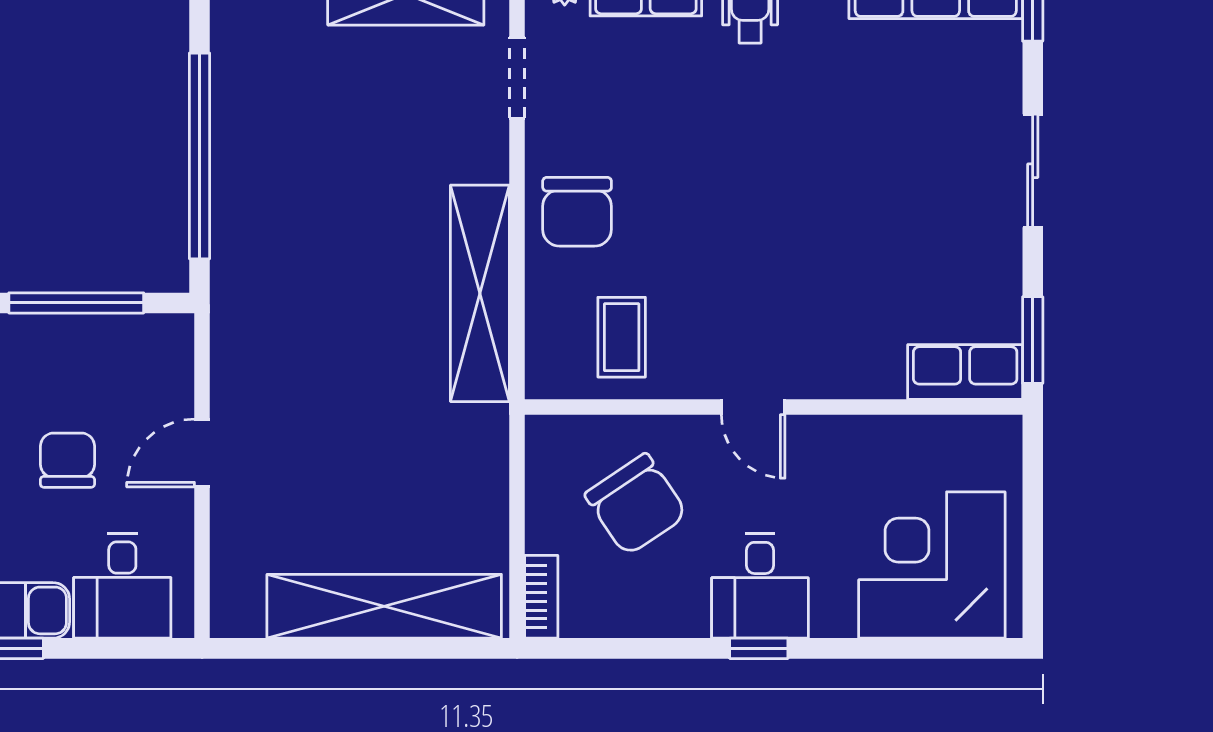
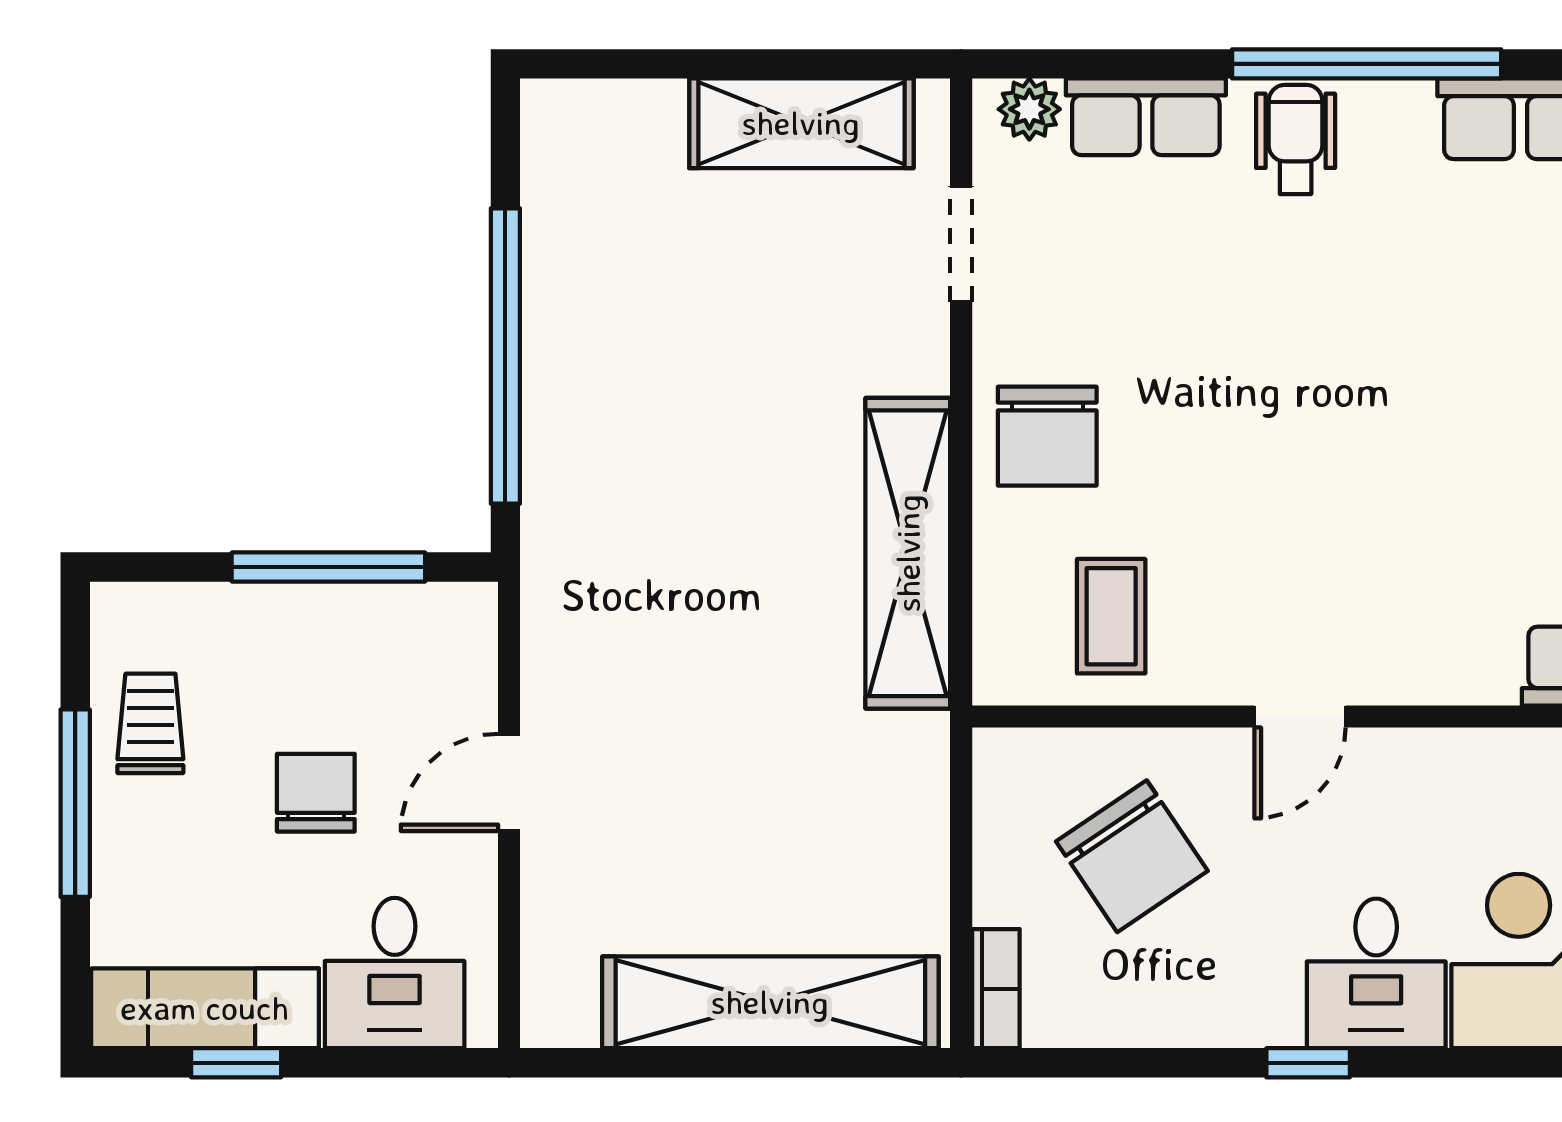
door: (753, 407) -> (1300, 716), hinge flipped
desk: (760, 586) -> (1376, 973), moved

